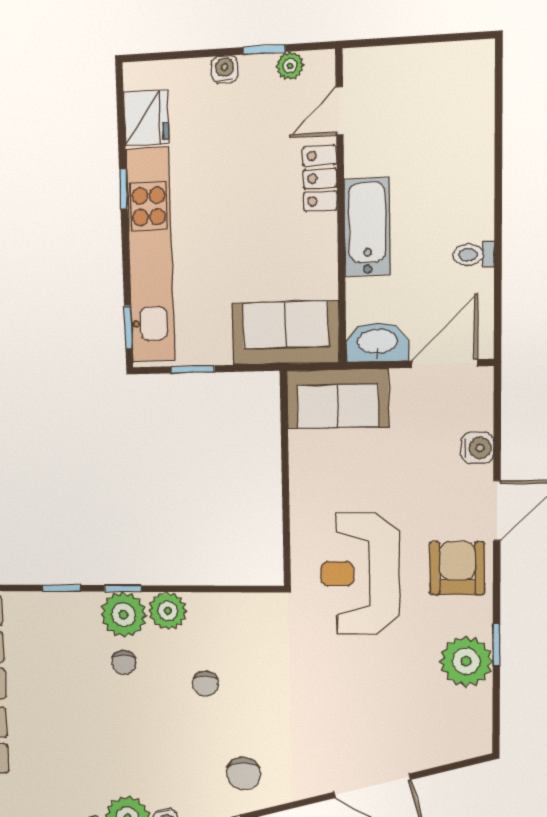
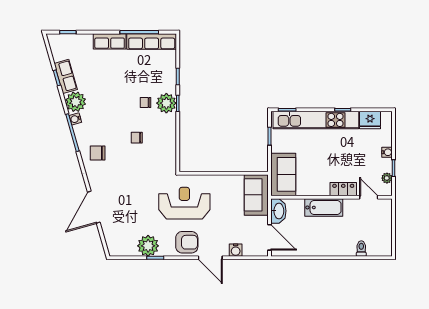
toilet: (474, 255) -> (361, 249), moved
plant: (168, 611) -> (168, 122), removed

